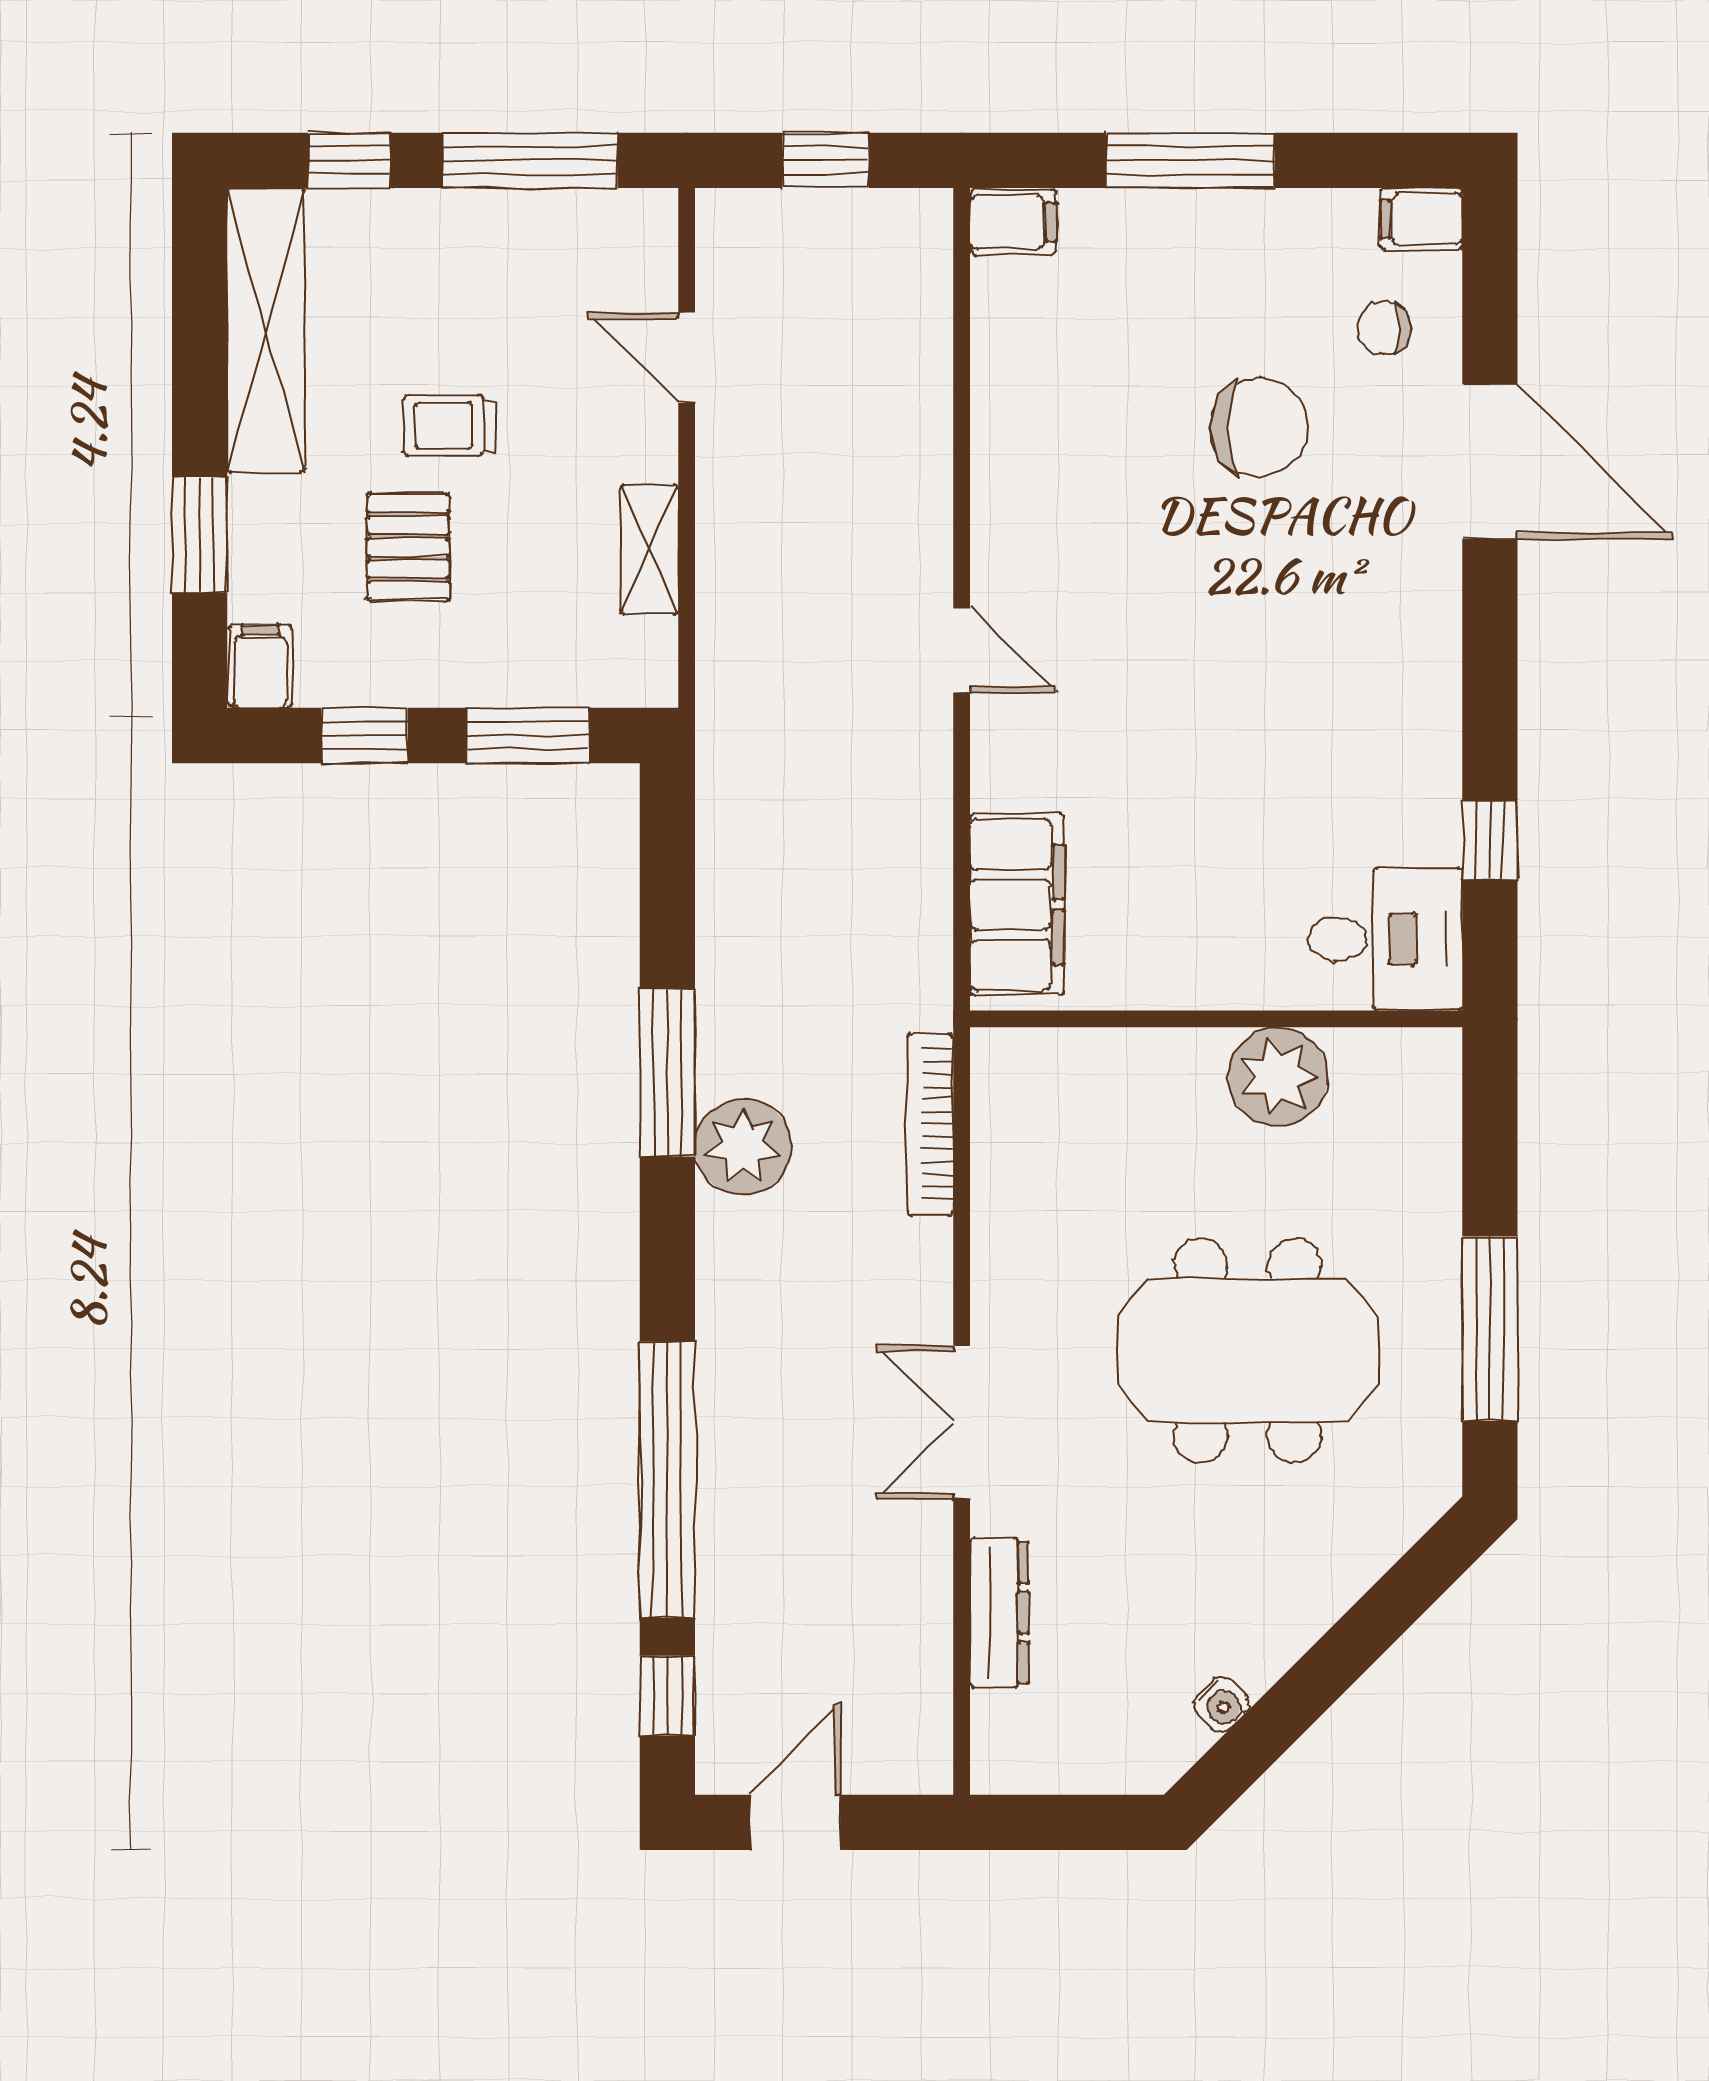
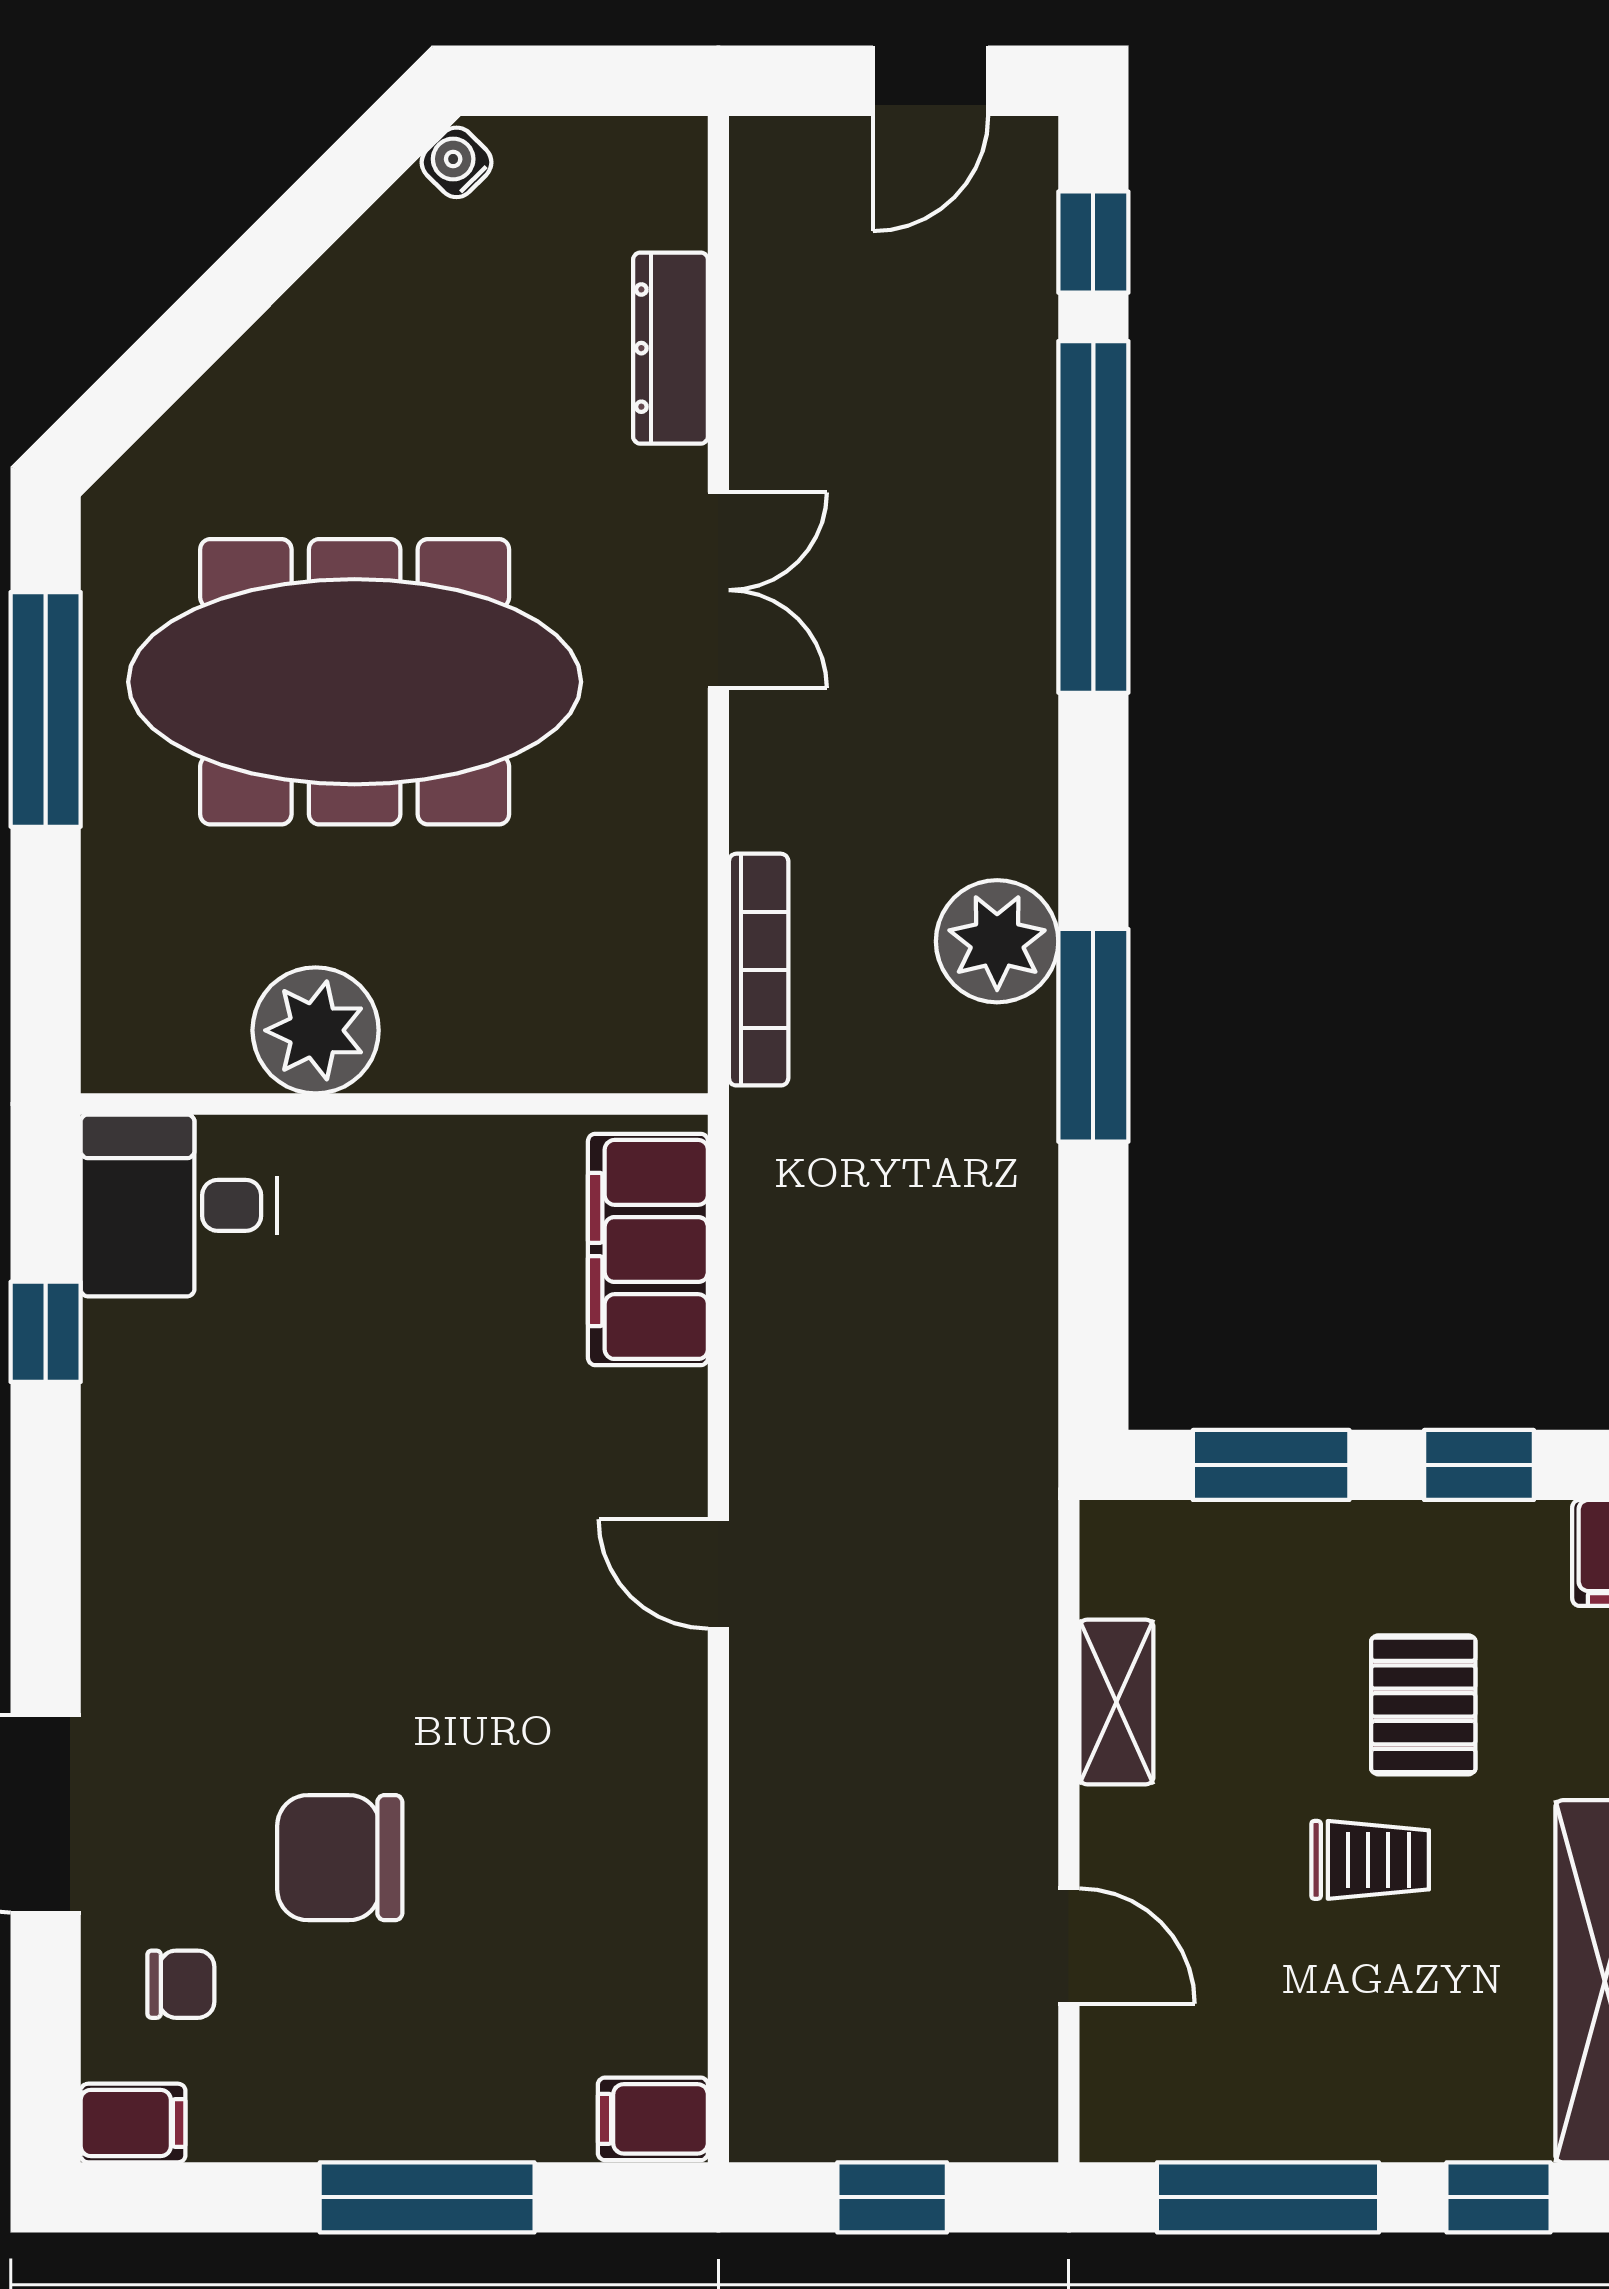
meeting table: (1247, 1350) -> (355, 682), width x1.36
water cooler: (1221, 1704) -> (457, 162), moved

